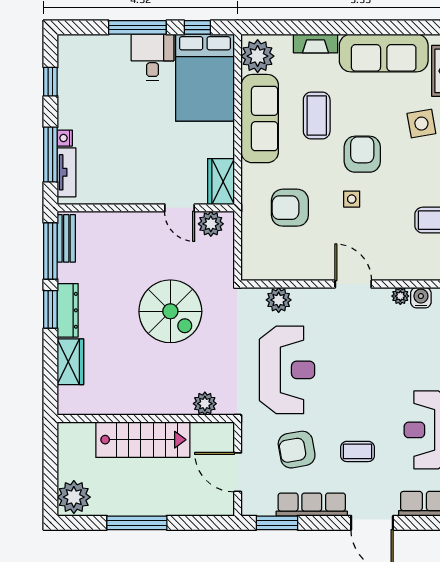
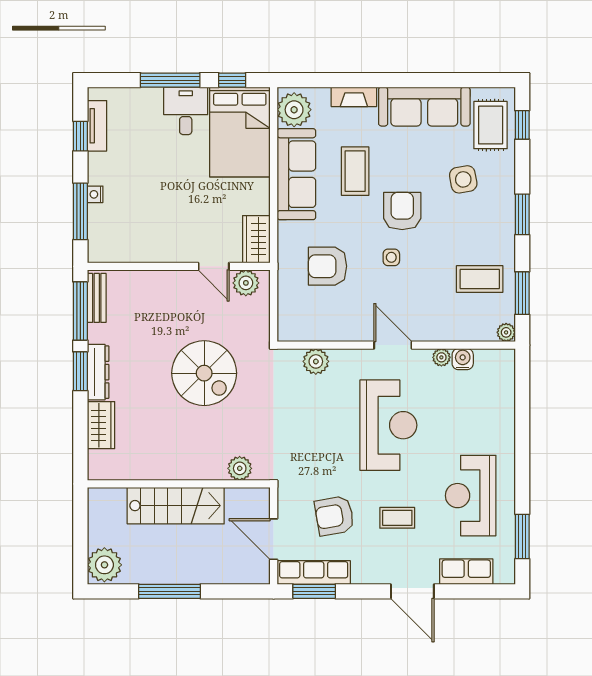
tv unit: (67, 172) -> (97, 126), moved
reception desk: (287, 370) -> (388, 425), moved
row of seats: (312, 505) -> (314, 573), moved

